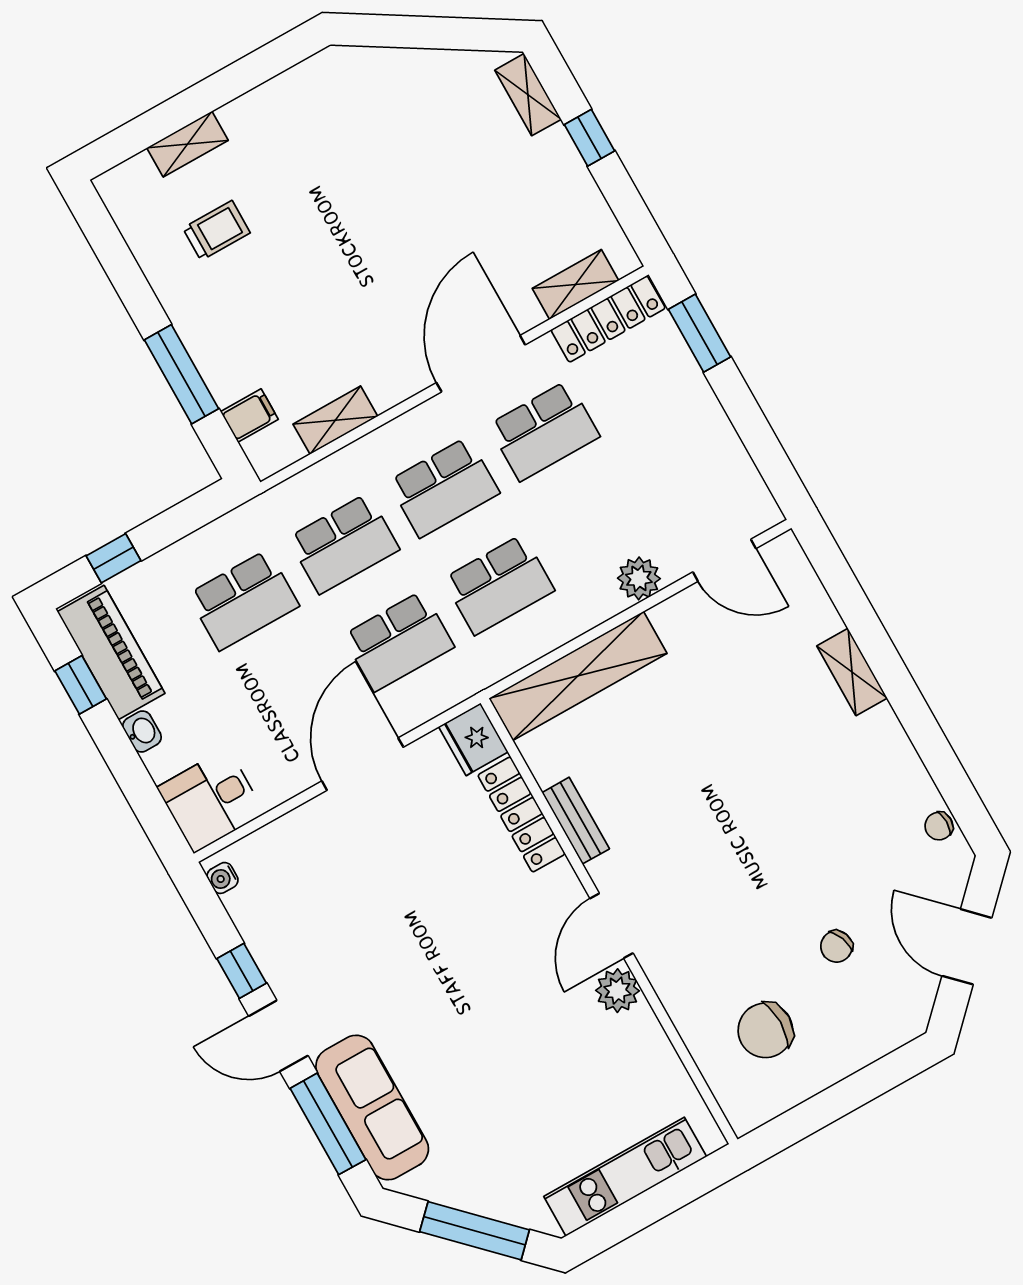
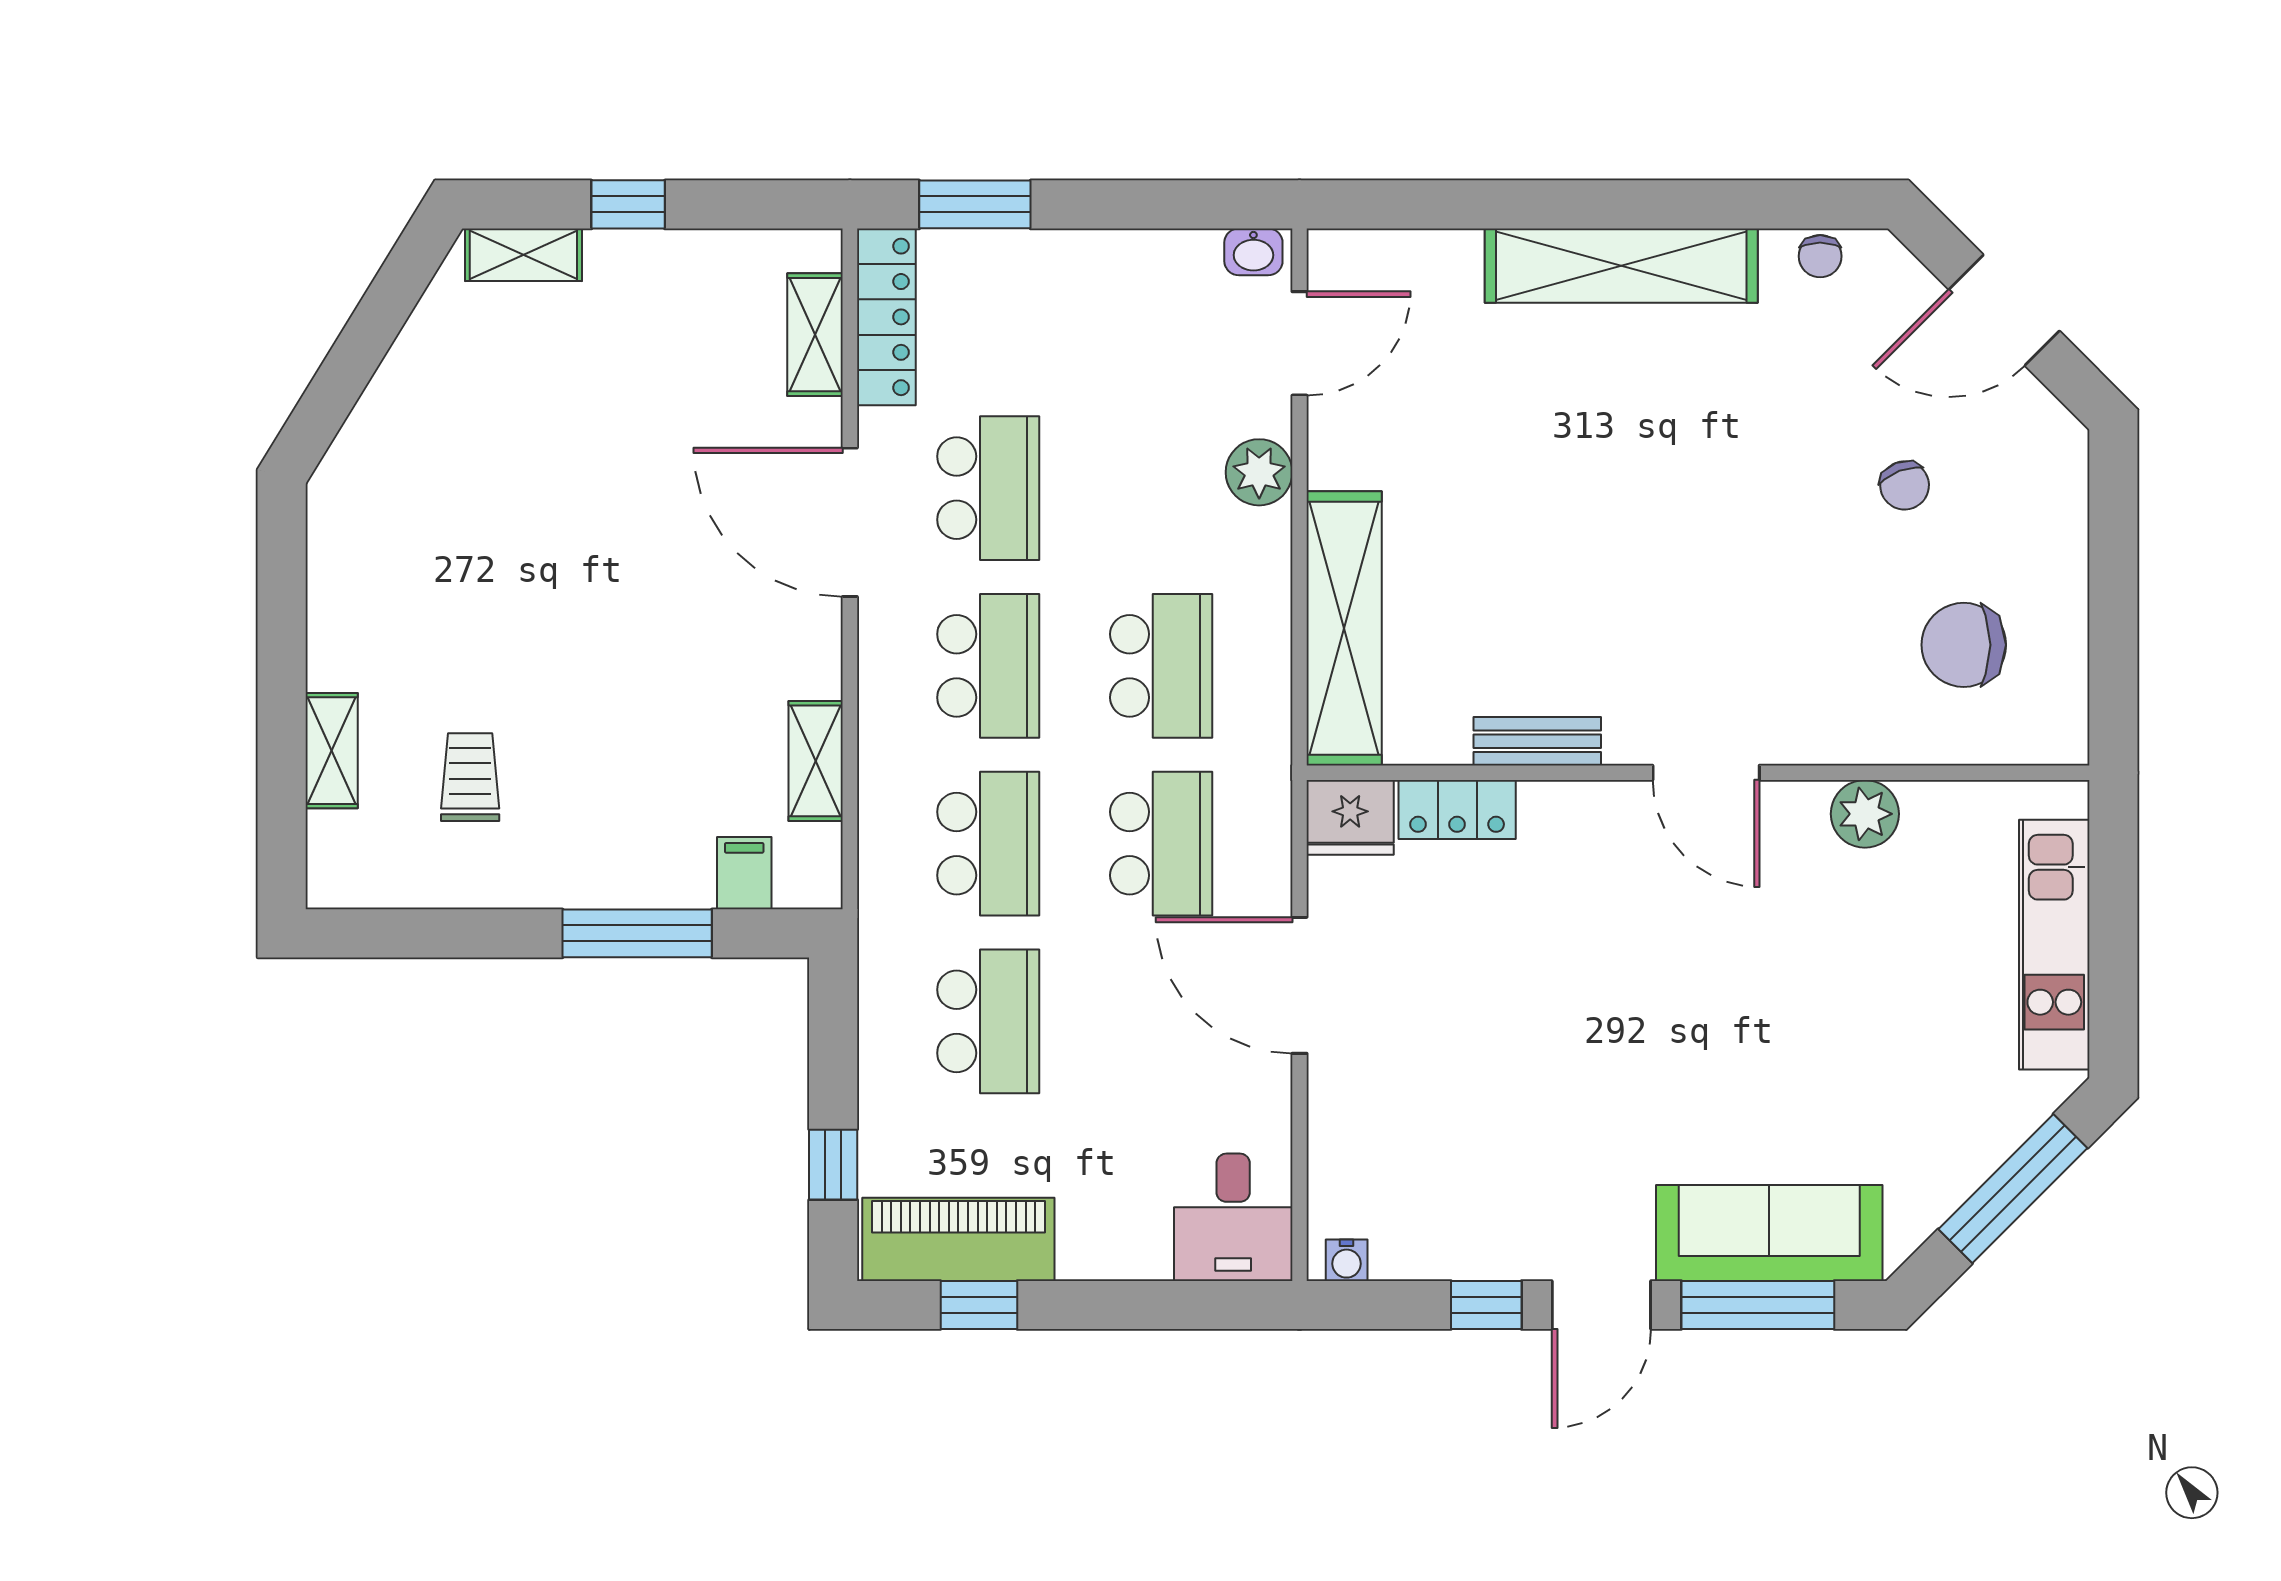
shelving: (852, 672) -> (1621, 266), width x2.20, depth x1.33
washbasin: (142, 731) -> (1253, 252), moved, turned 180
locker: (522, 814) -> (1457, 809), width x0.66
plant: (618, 991) -> (1865, 814), moved
chair: (765, 1030) -> (1964, 645), turned 90

